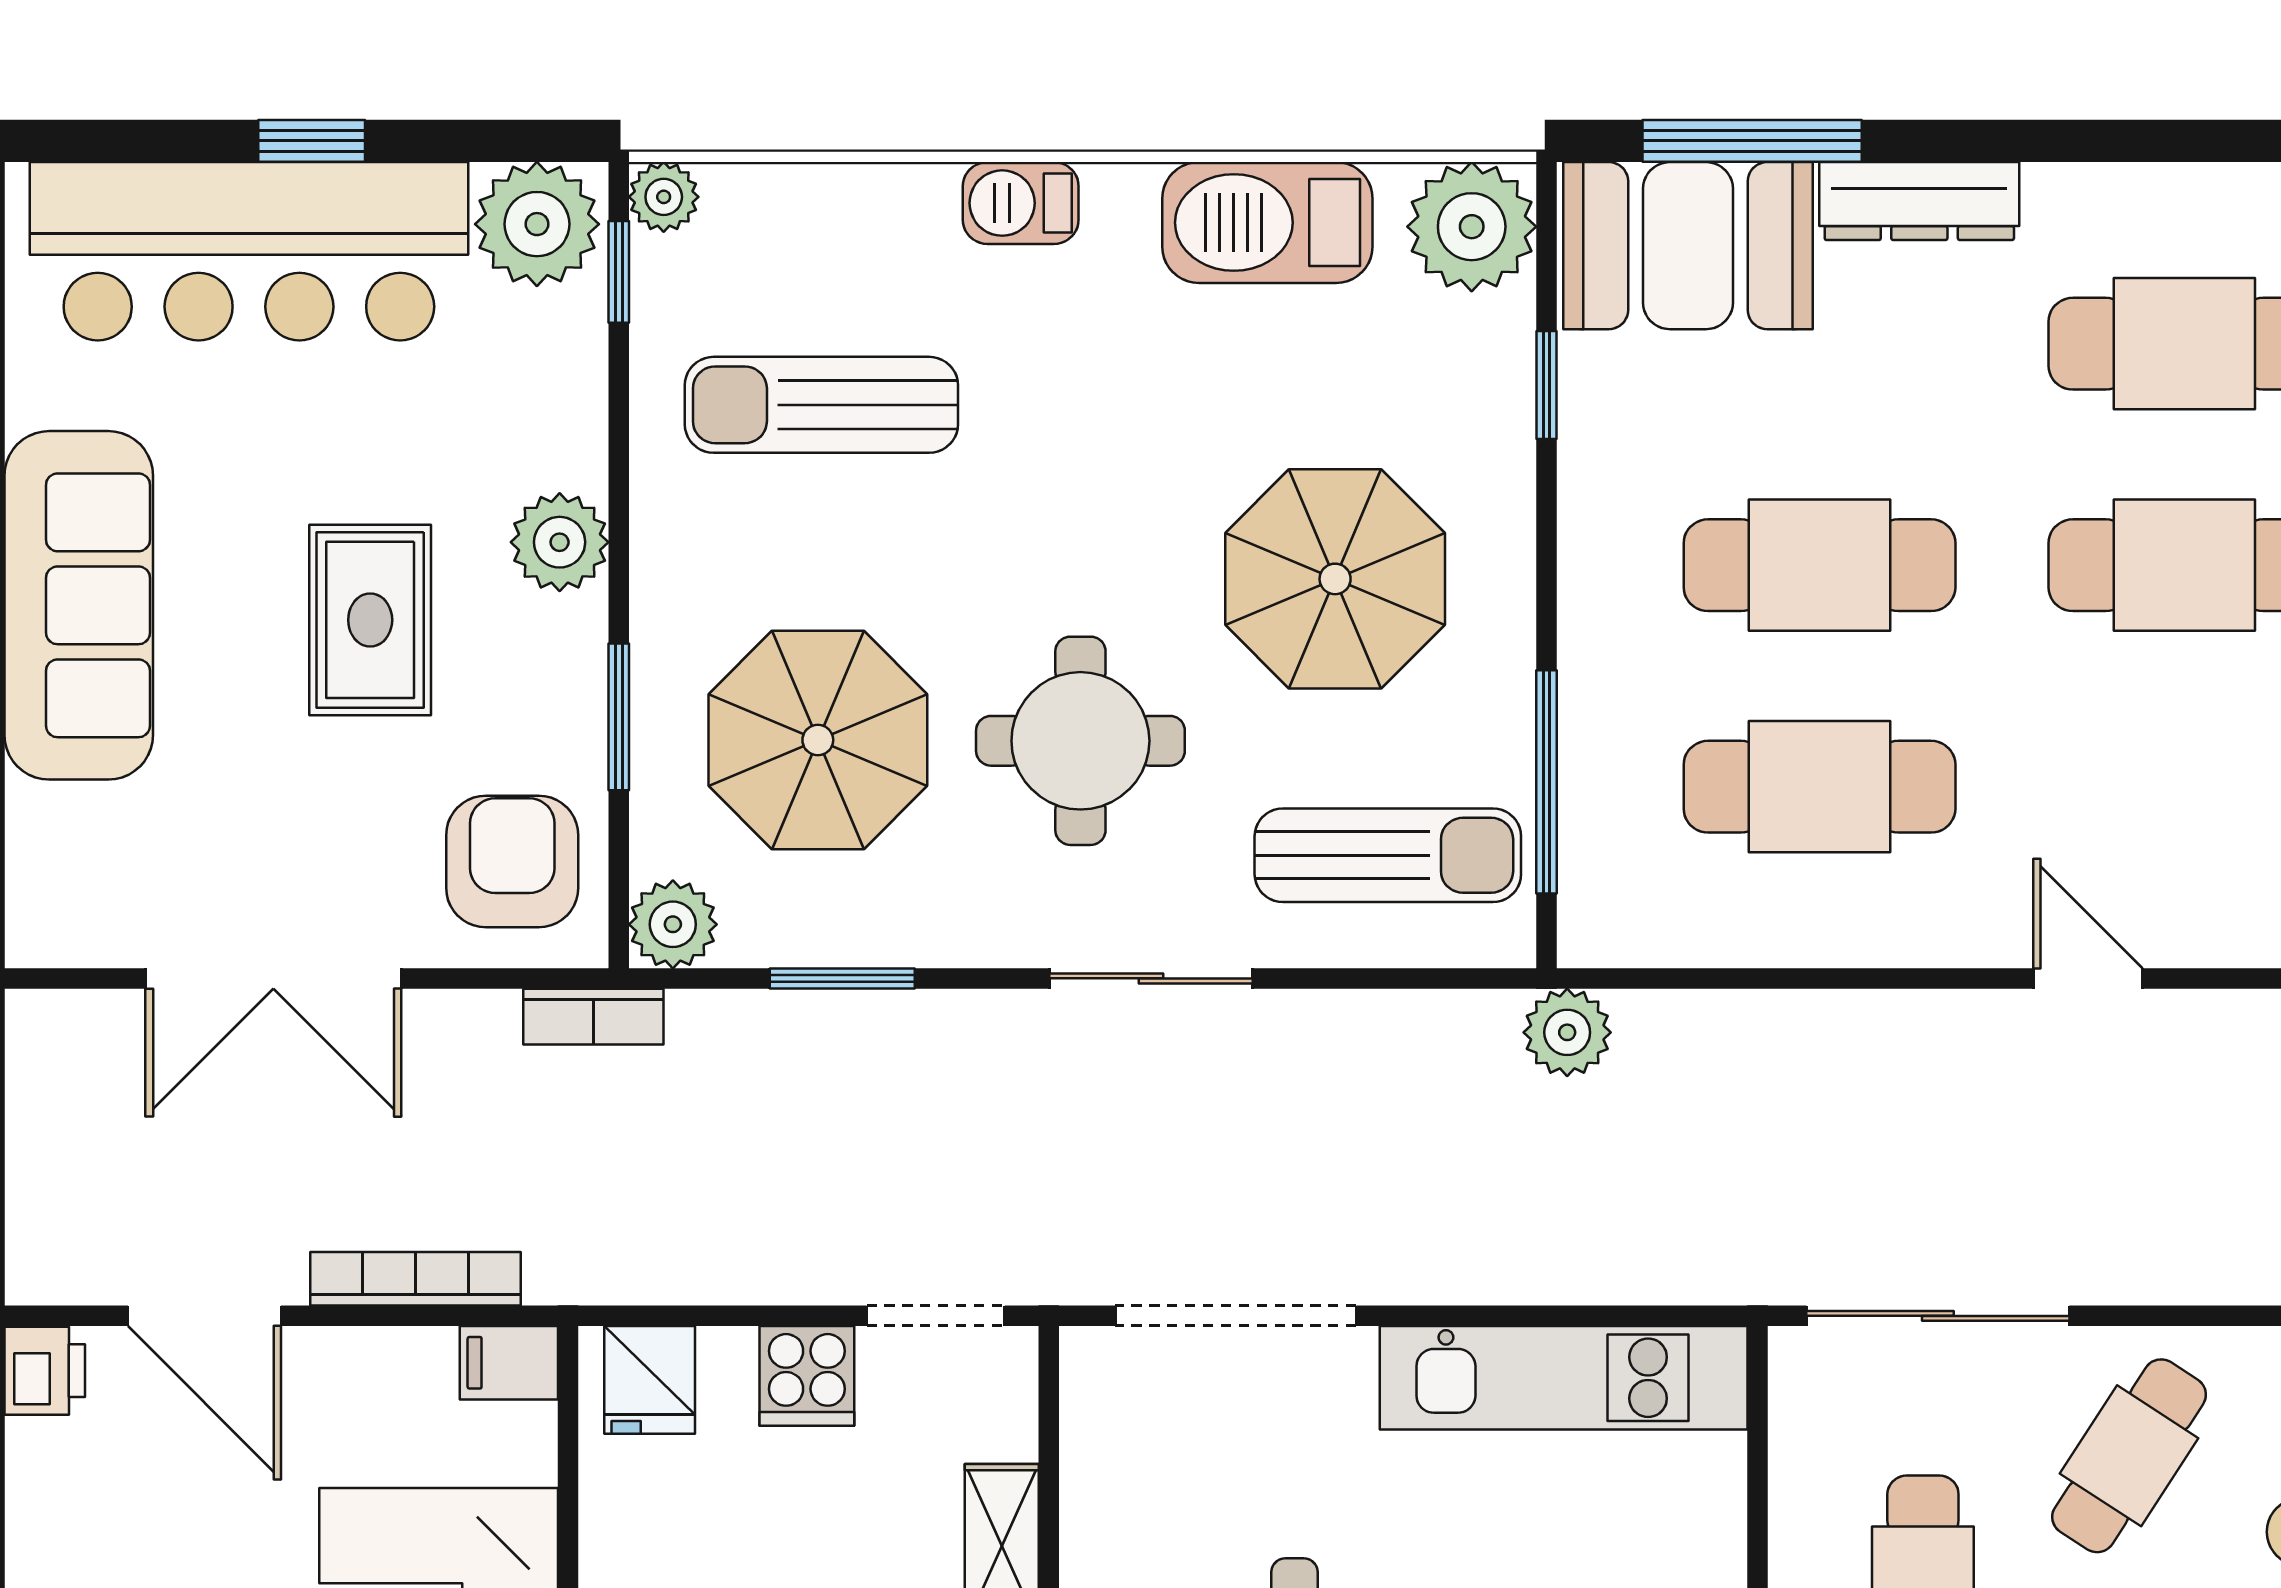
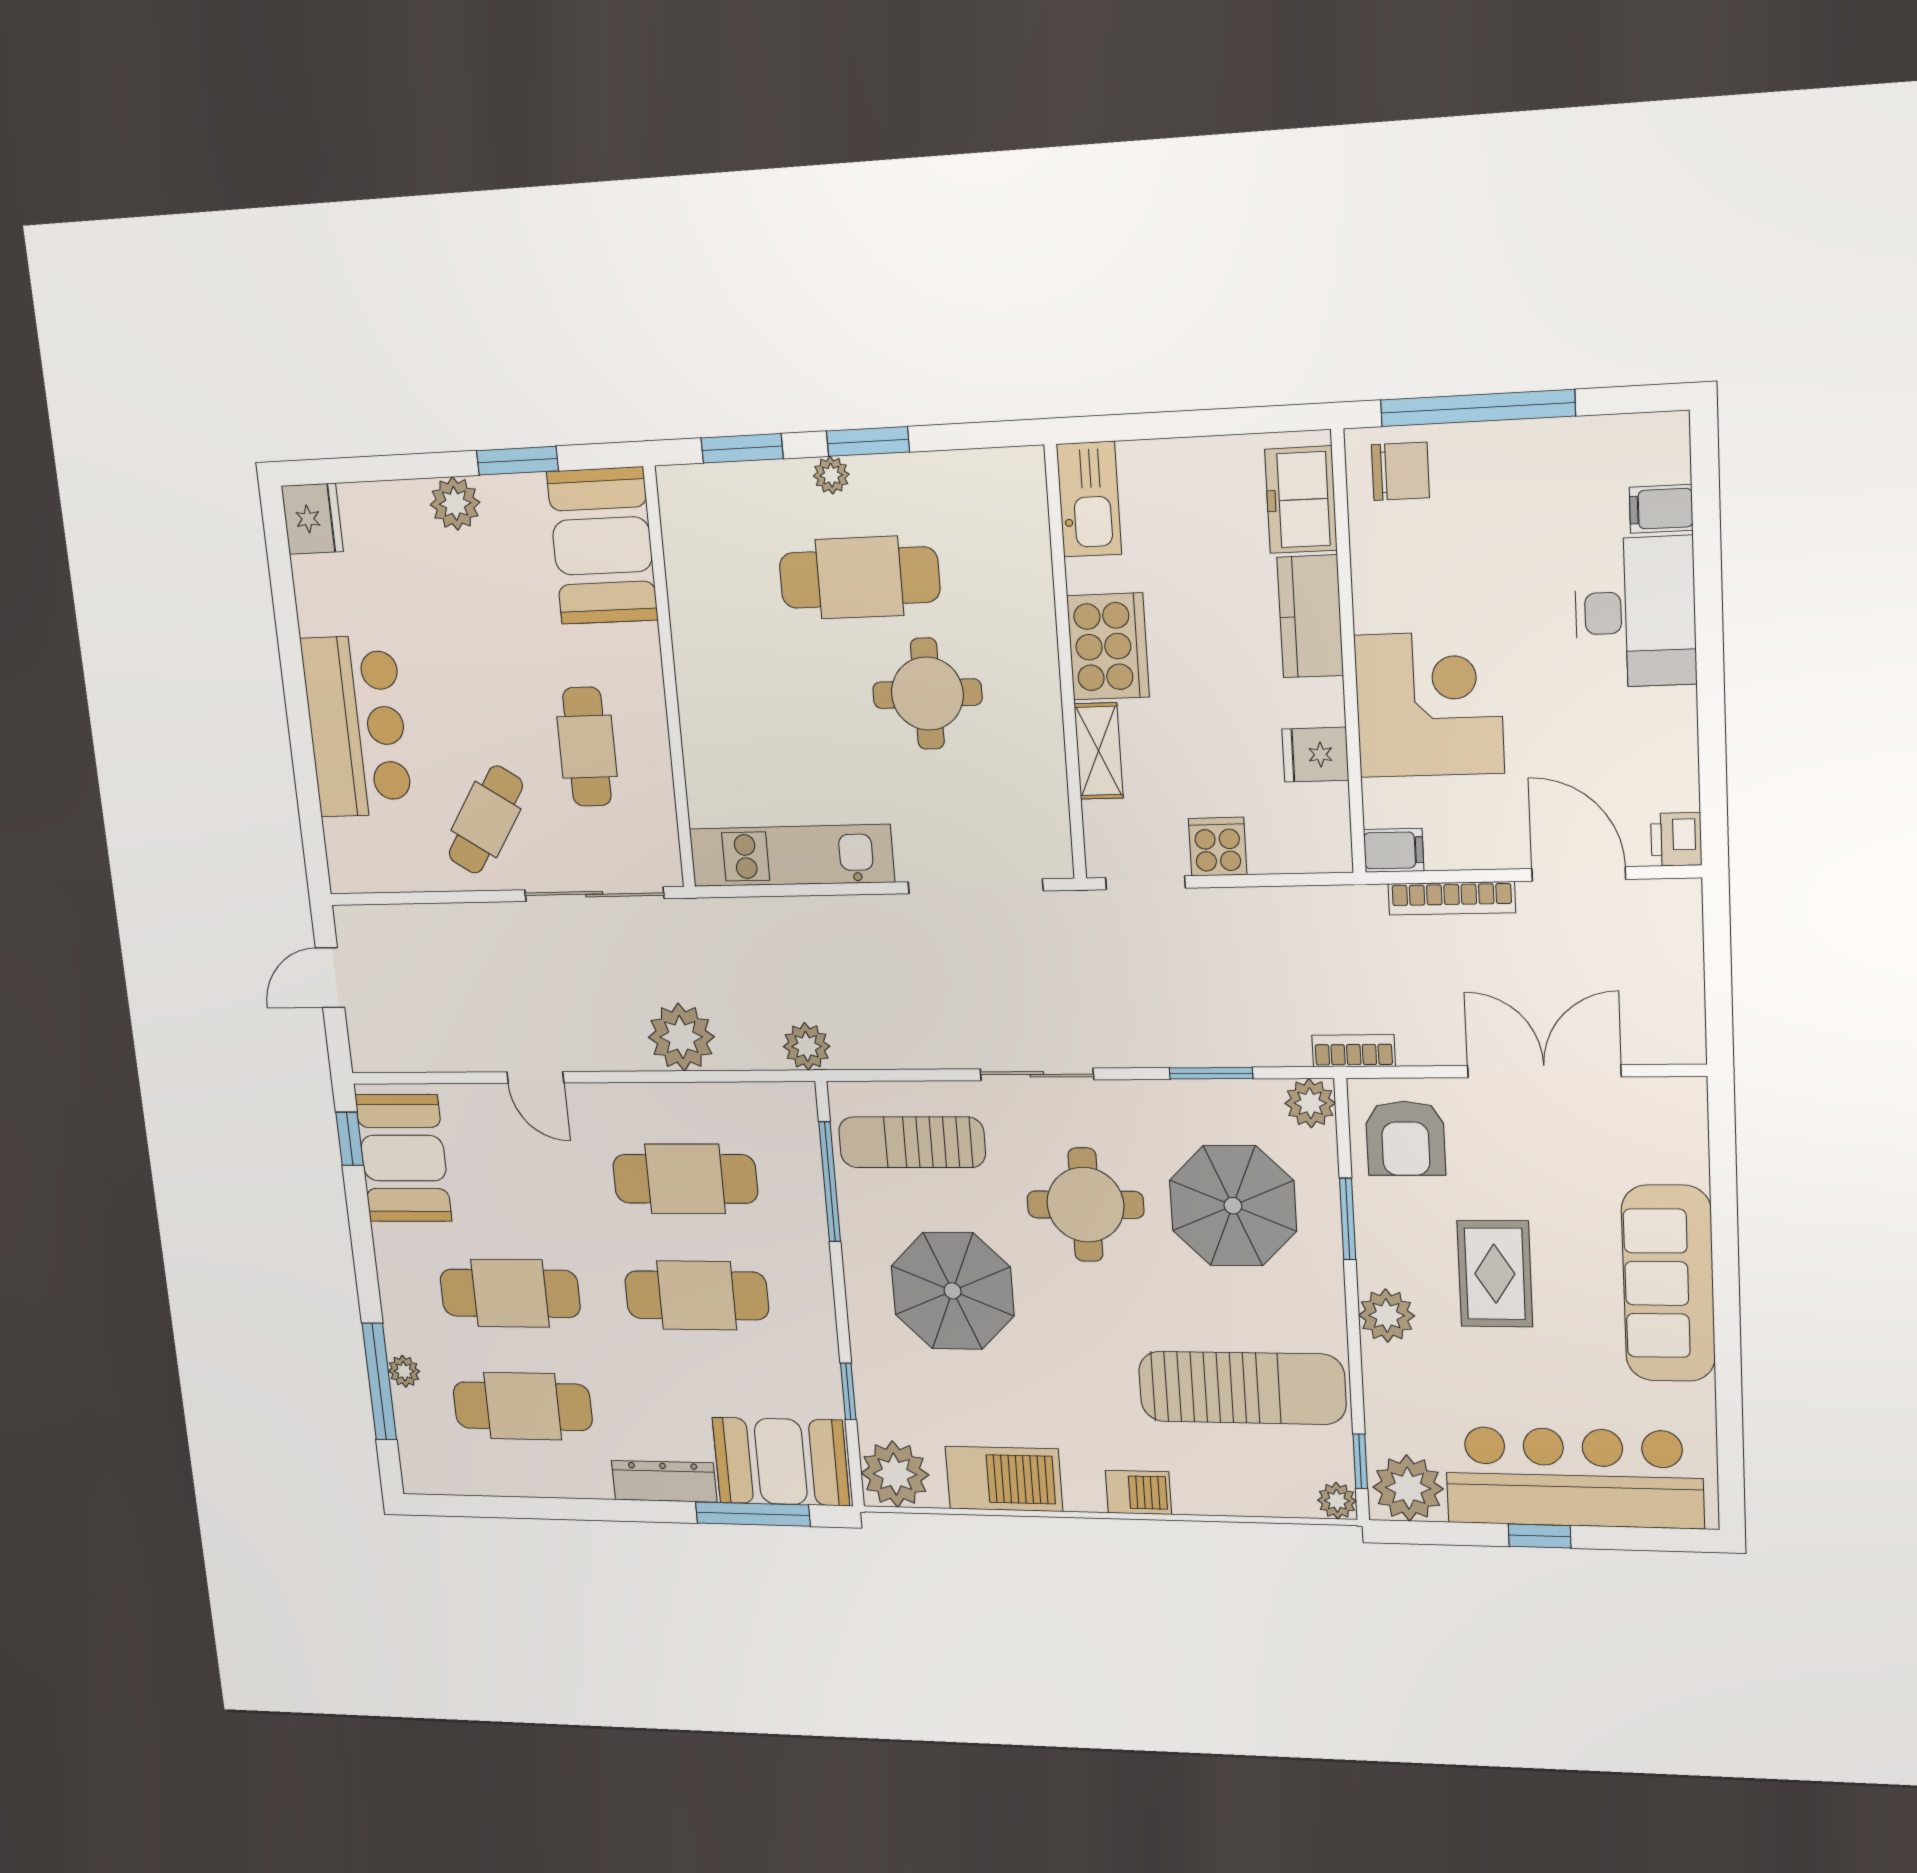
sun lounger: (821, 405) -> (1242, 1388), width x1.36, depth x1.34
plant: (1800, 1052) -> (681, 1037), added
fridge: (650, 1380) -> (1315, 755), moved, turned -90

